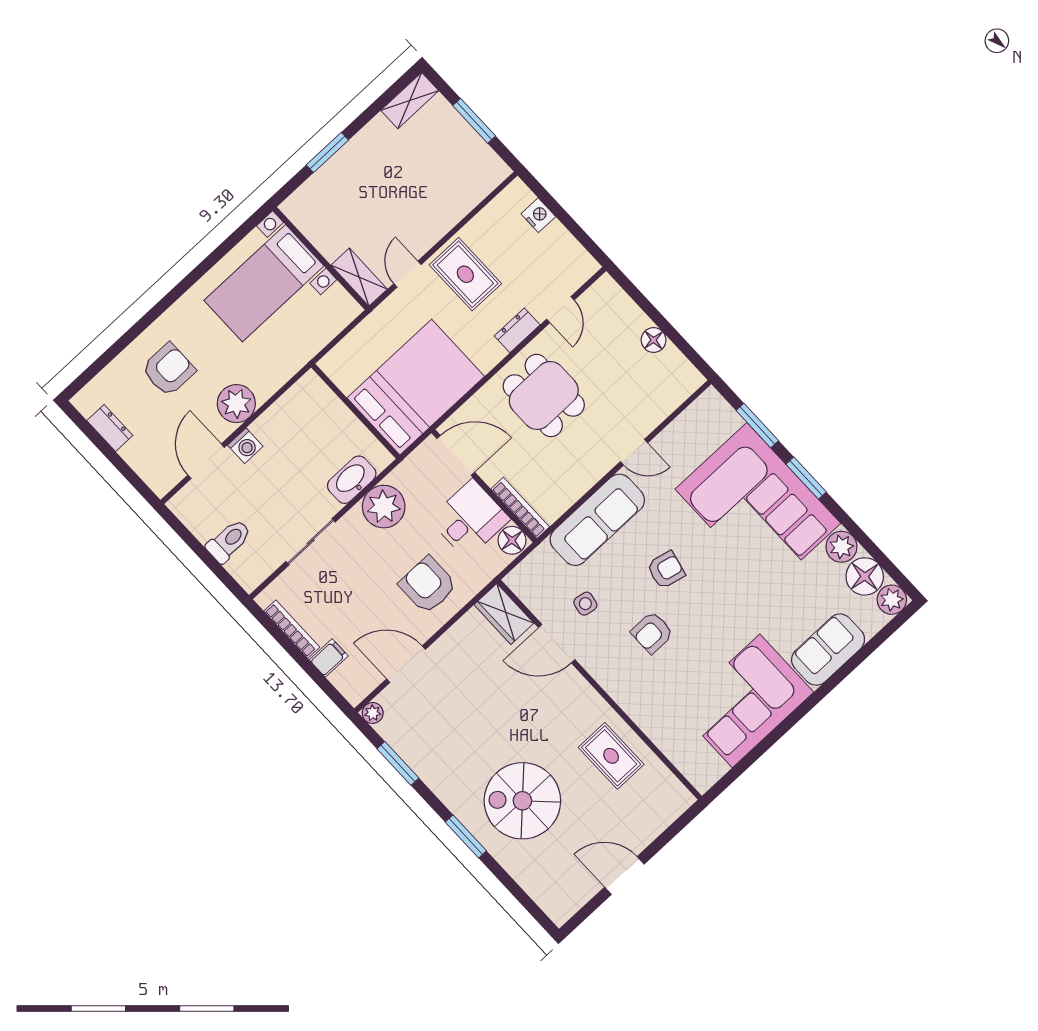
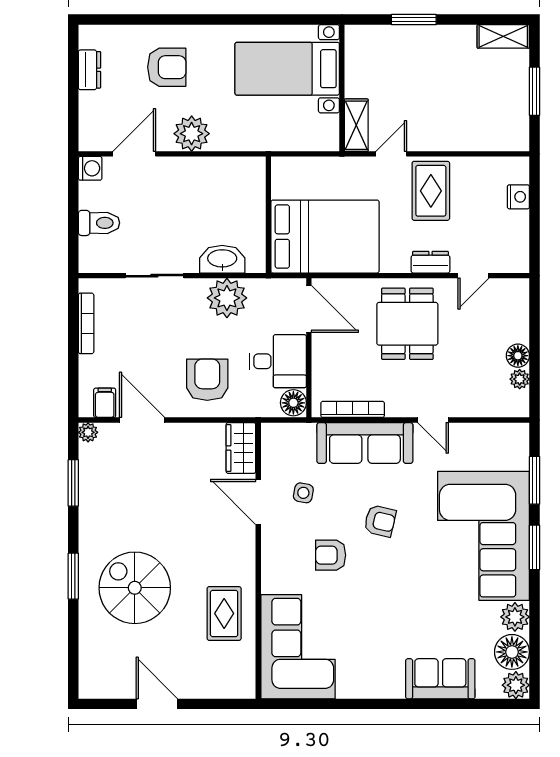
plant: (672, 357) -> (520, 379), added
washing machine: (245, 446) -> (90, 168), moved, turned -90
bookcase: (520, 508) -> (353, 409), moved, turned -90
filing cabinet: (329, 658) -> (105, 403), moved, turned -90
corner sofa: (746, 701) -> (298, 647), moved, turned 90

